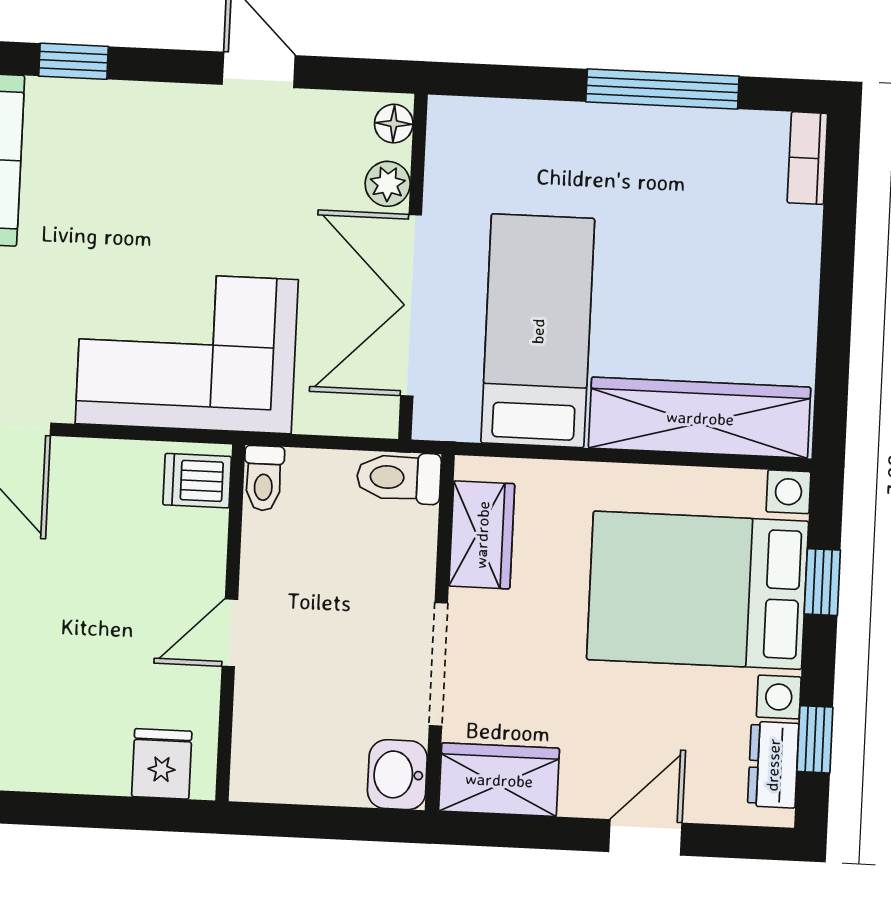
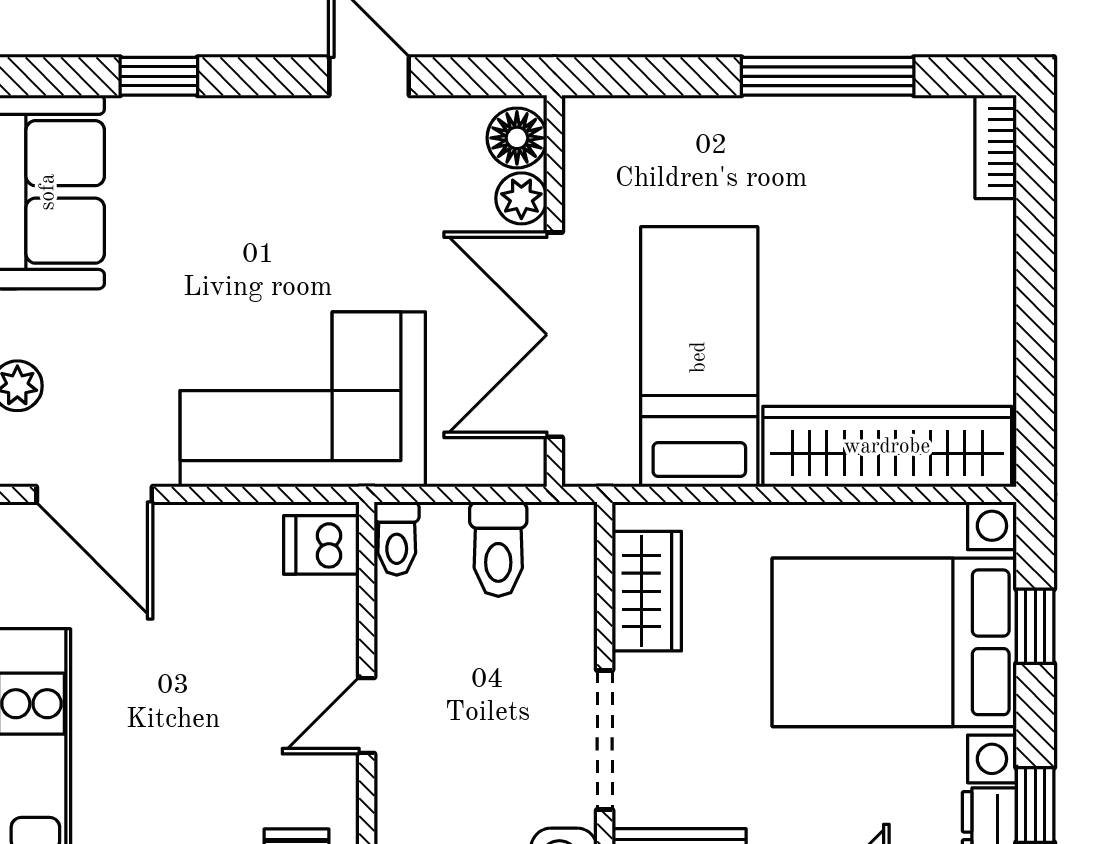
floor lamp: (394, 124) -> (517, 138), width x1.37, depth x1.37
toilet: (399, 478) -> (498, 549), moved, turned -90

